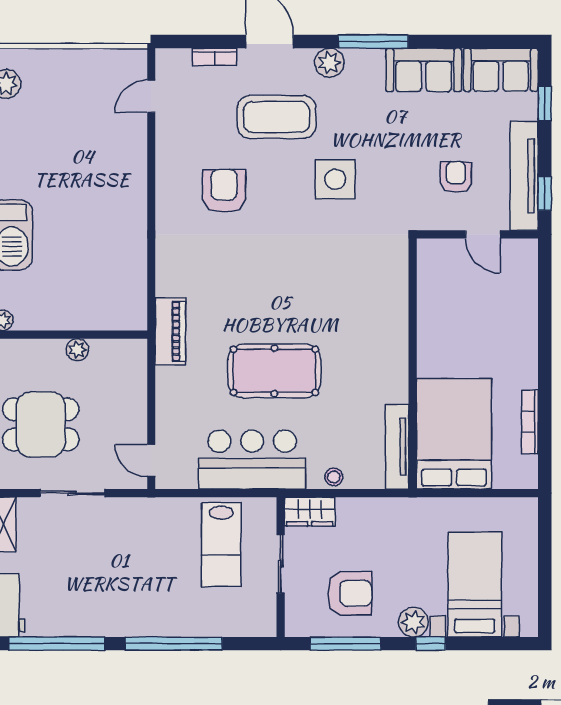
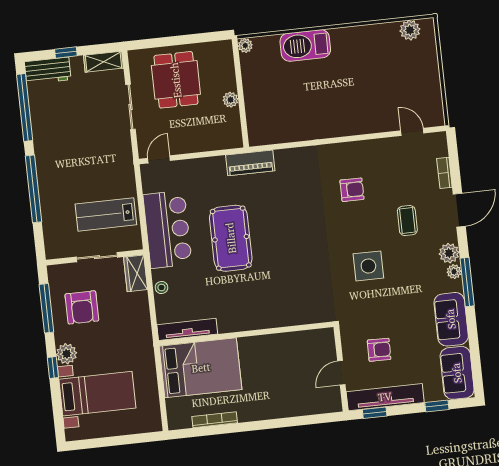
plant: (356, 59) -> (454, 272), added
coffee table: (277, 117) -> (407, 221), width x0.54, depth x0.58
armchair: (224, 191) -> (352, 190), width x0.72, depth x0.72

